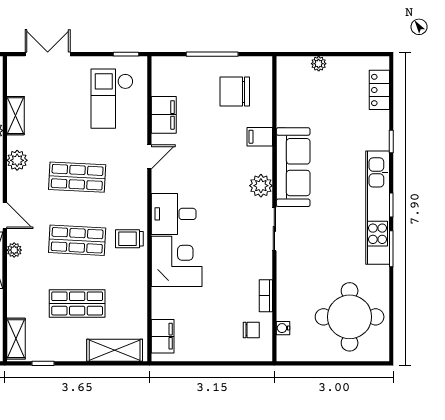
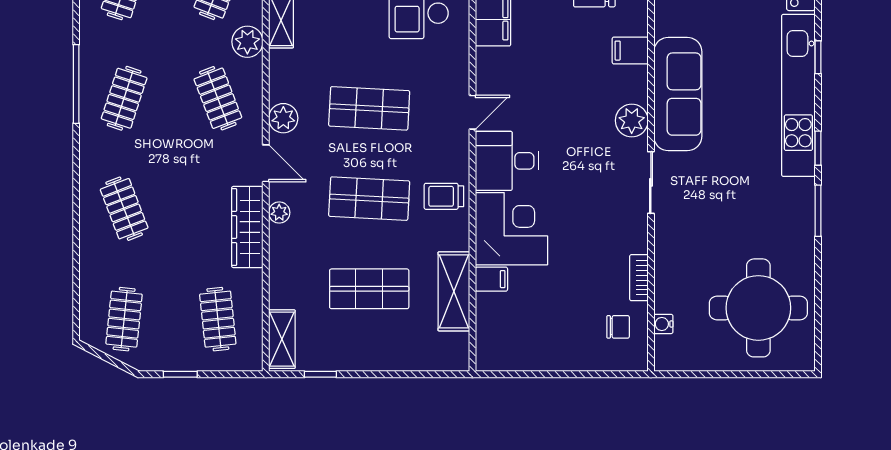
door: (149, 157) -> (473, 112), moved
plant: (17, 160) -> (283, 118), moved
kitchen unit: (378, 208) -> (798, 95), moved
filing cabinet: (163, 336) -> (491, 279), moved, width x0.50
shelving: (115, 350) -> (454, 291), moved, turned 90

